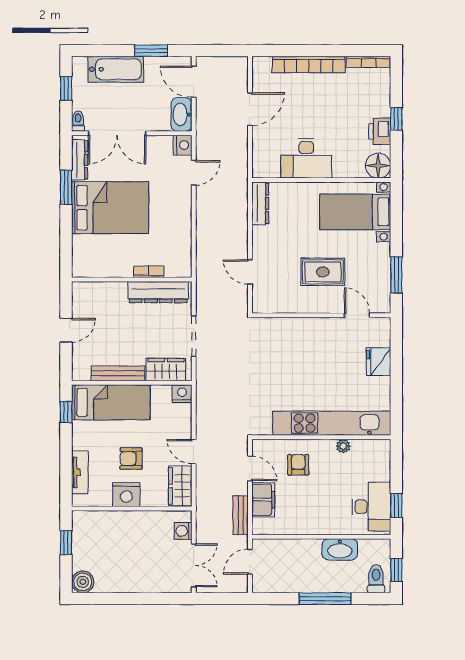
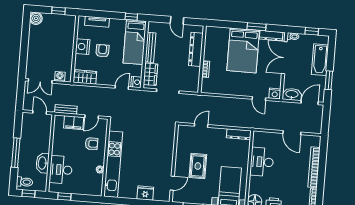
dresser: (158, 292) -> (196, 49), moved
door: (194, 452) -> (122, 87), moved
desk: (371, 507) -> (61, 170), moved, turned 90

